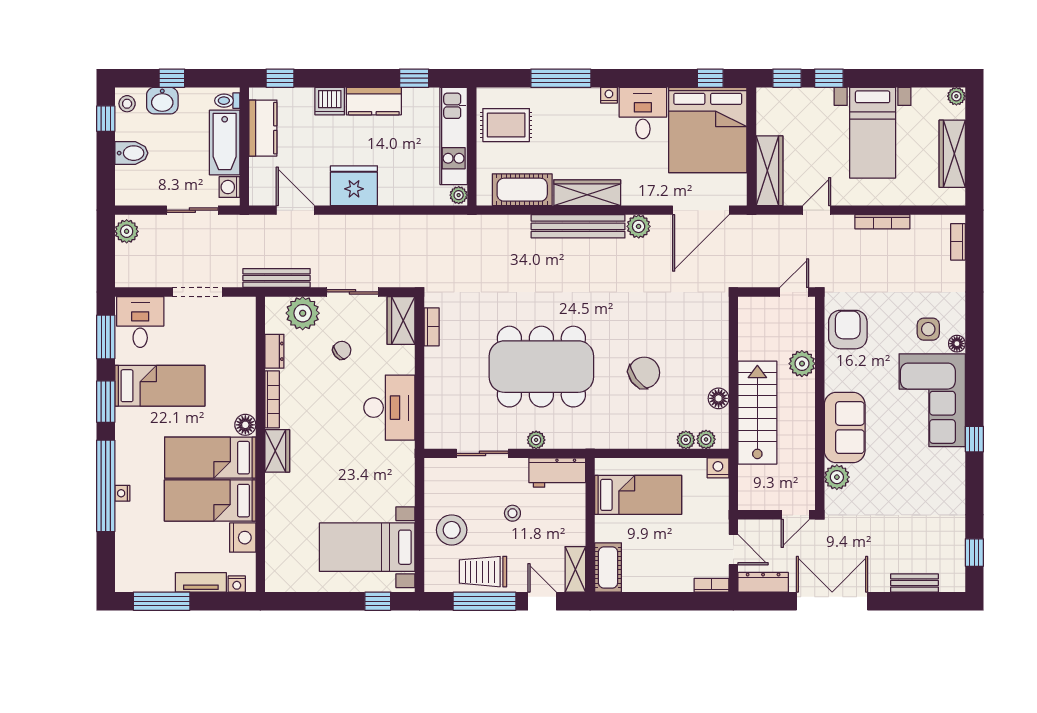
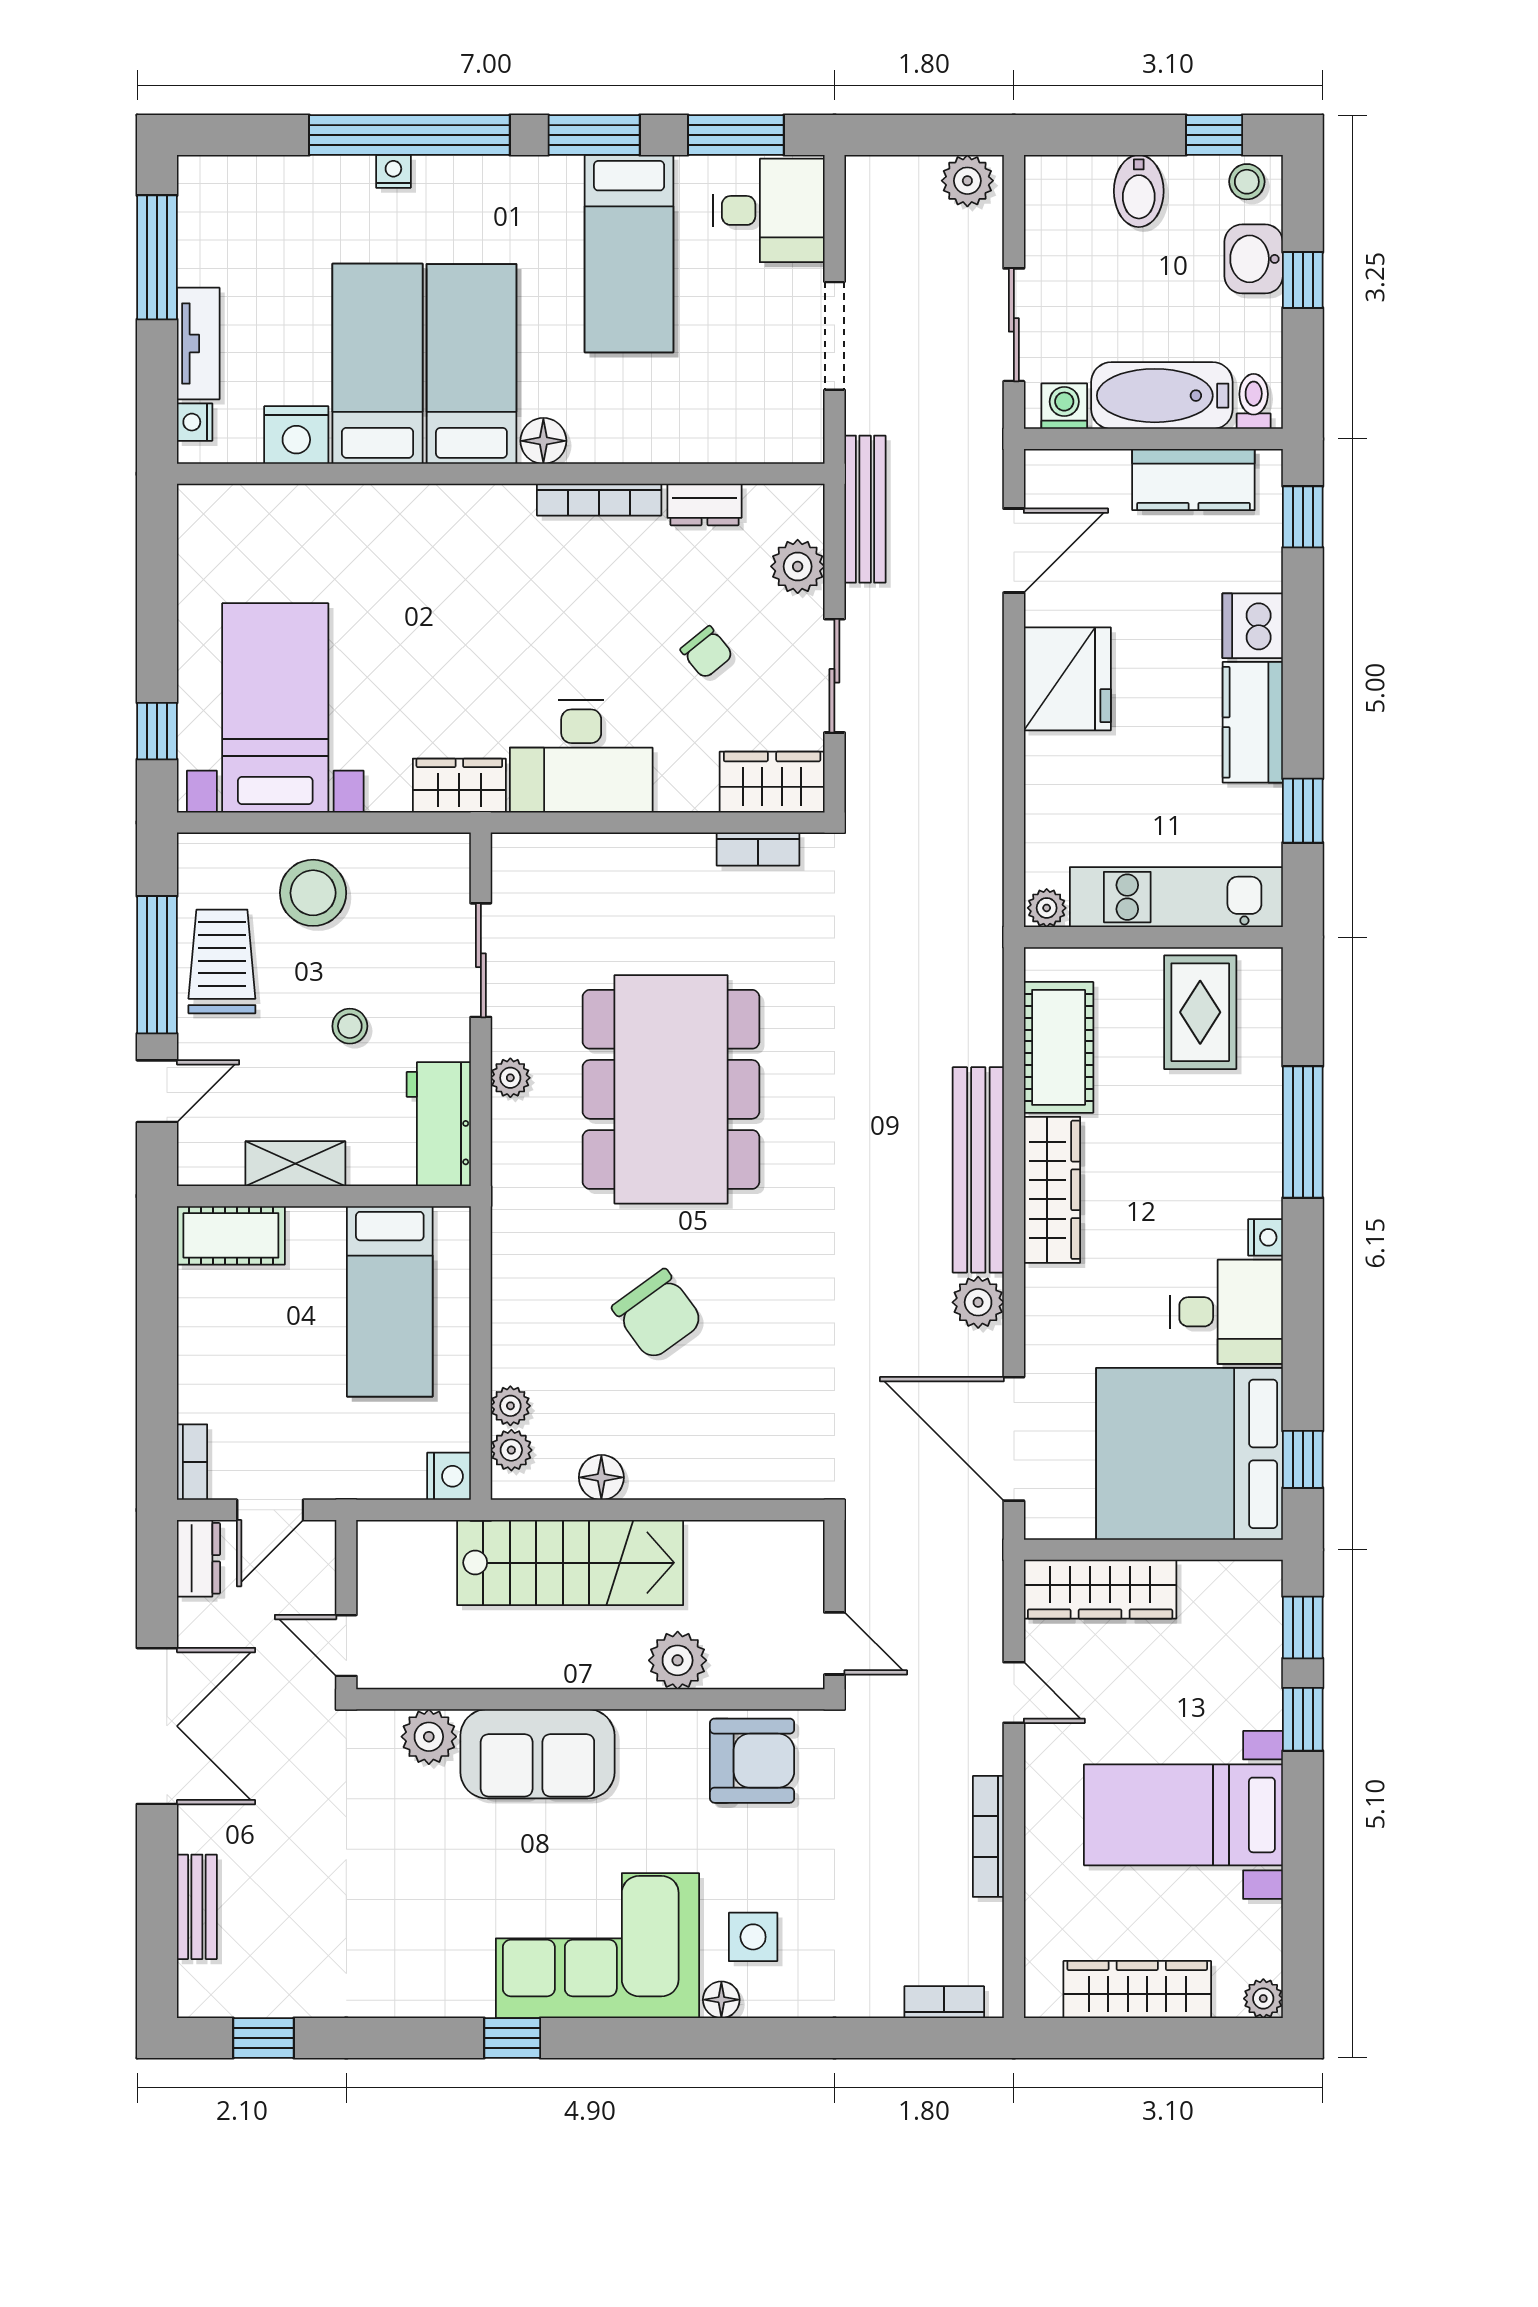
plant: (303, 313) -> (798, 566), width x0.73, depth x0.73
wardrobe: (277, 451) -> (459, 786), moved, turned 180
shelving: (575, 569) -> (295, 1164), moved
dresser: (763, 582) -> (199, 1558), width x0.70

